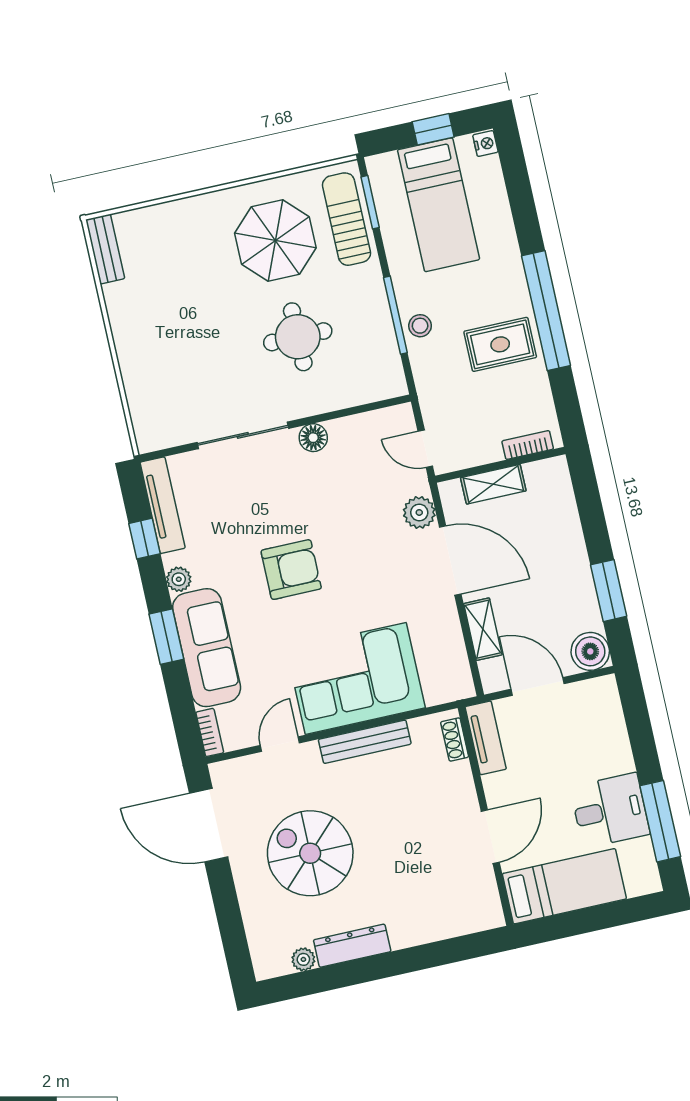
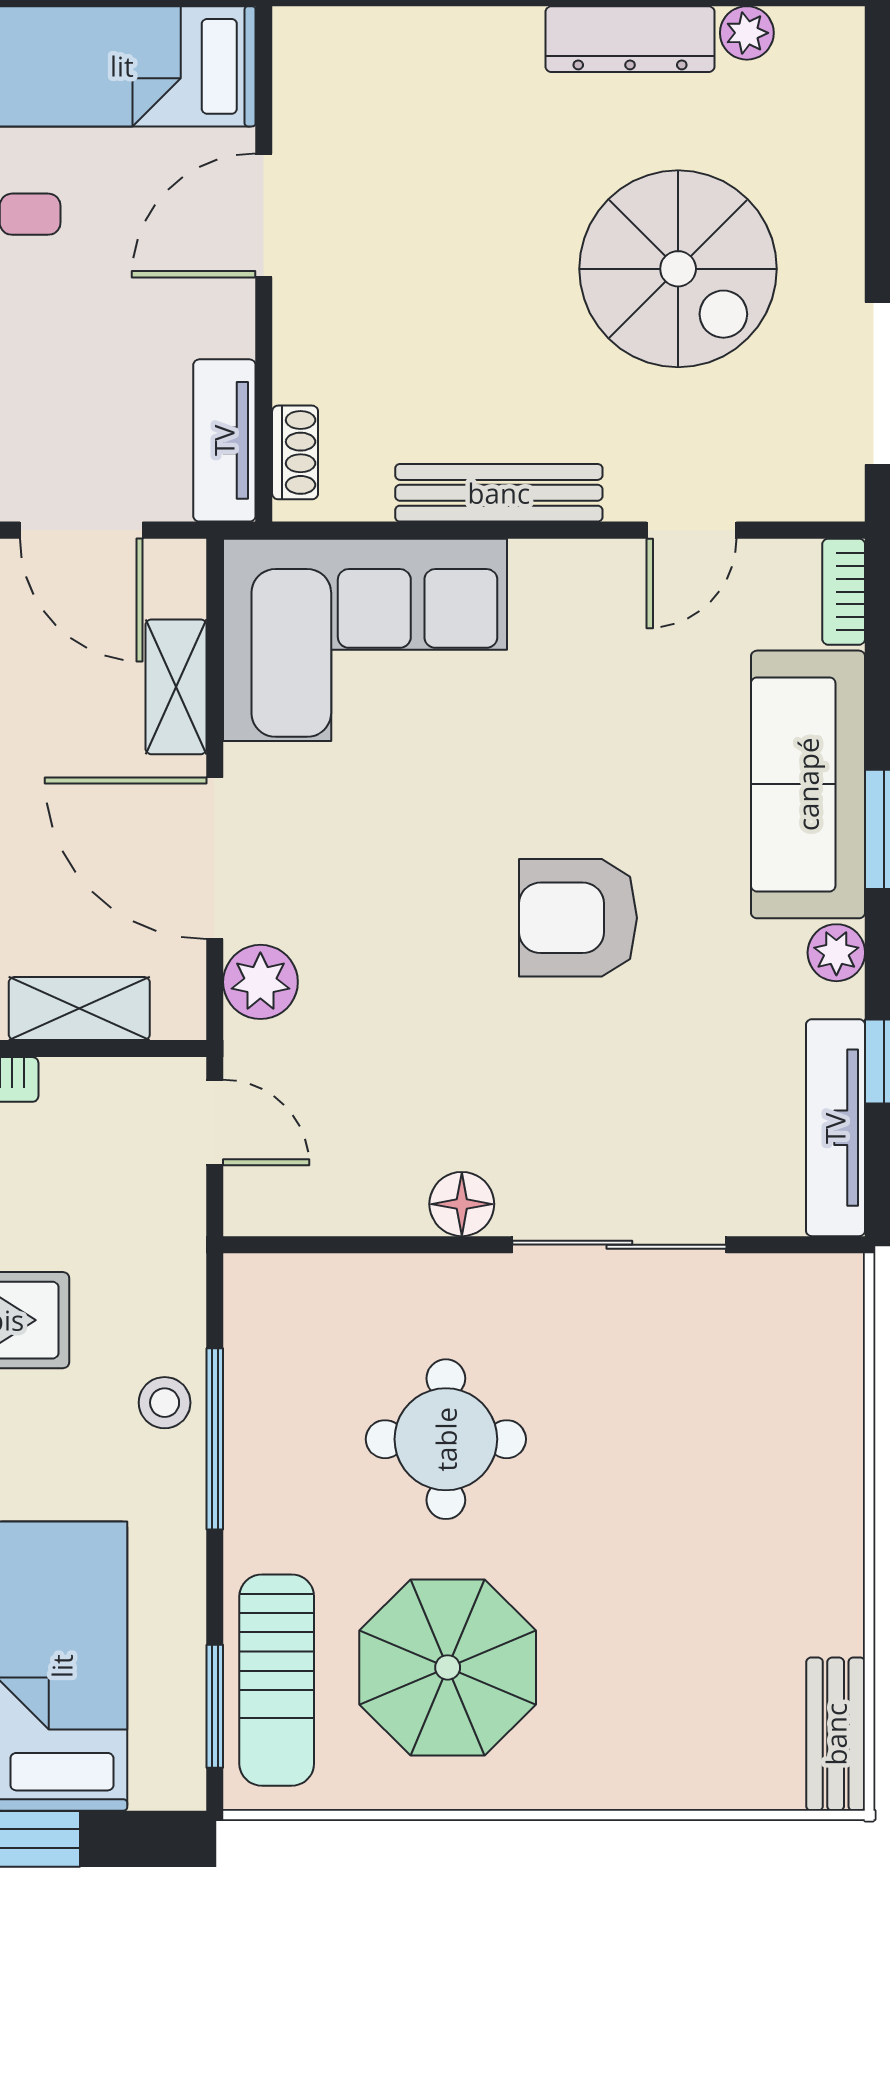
corner sofa: (356, 678) -> (365, 640), moved

